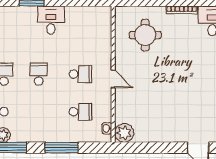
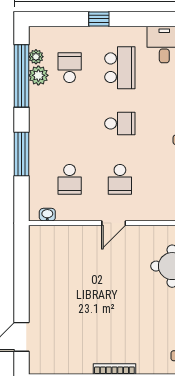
plant: (124, 133) -> (41, 238), removed

